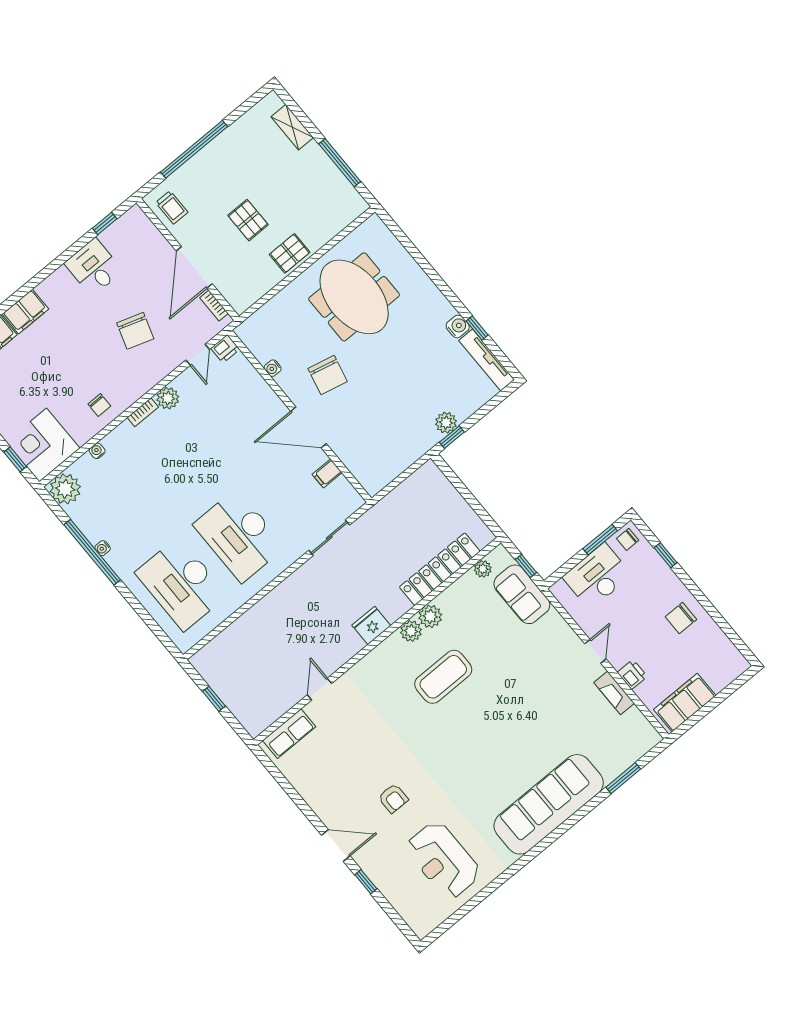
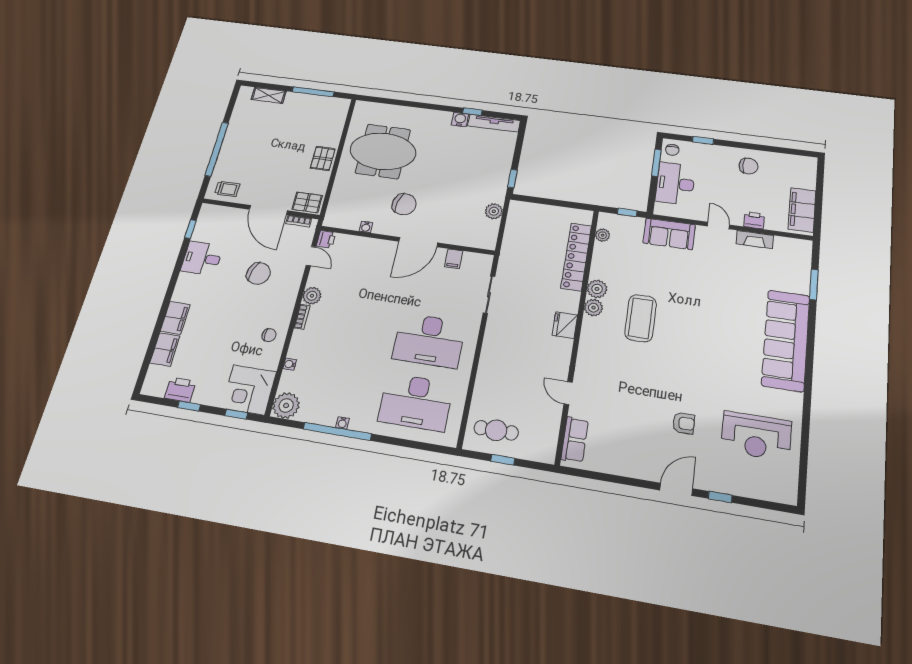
pallet: (248, 220) -> (307, 202), moved
plant: (446, 423) -> (494, 211), moved
sofa: (522, 594) -> (669, 234), moved
chair: (681, 618) -> (749, 166), turned -90
cafe table: (230, 669) -> (496, 430), added

